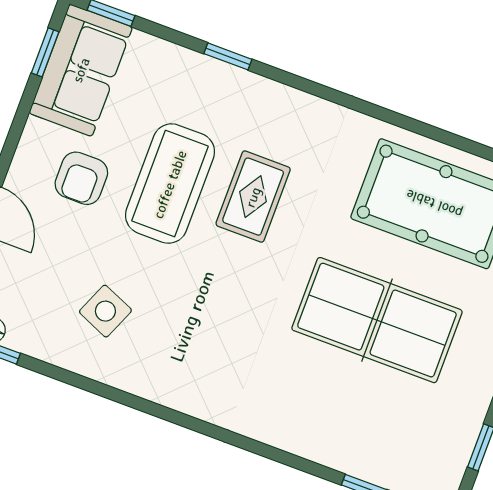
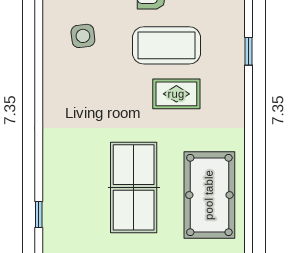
side table: (105, 311) -> (83, 36), turned -30

